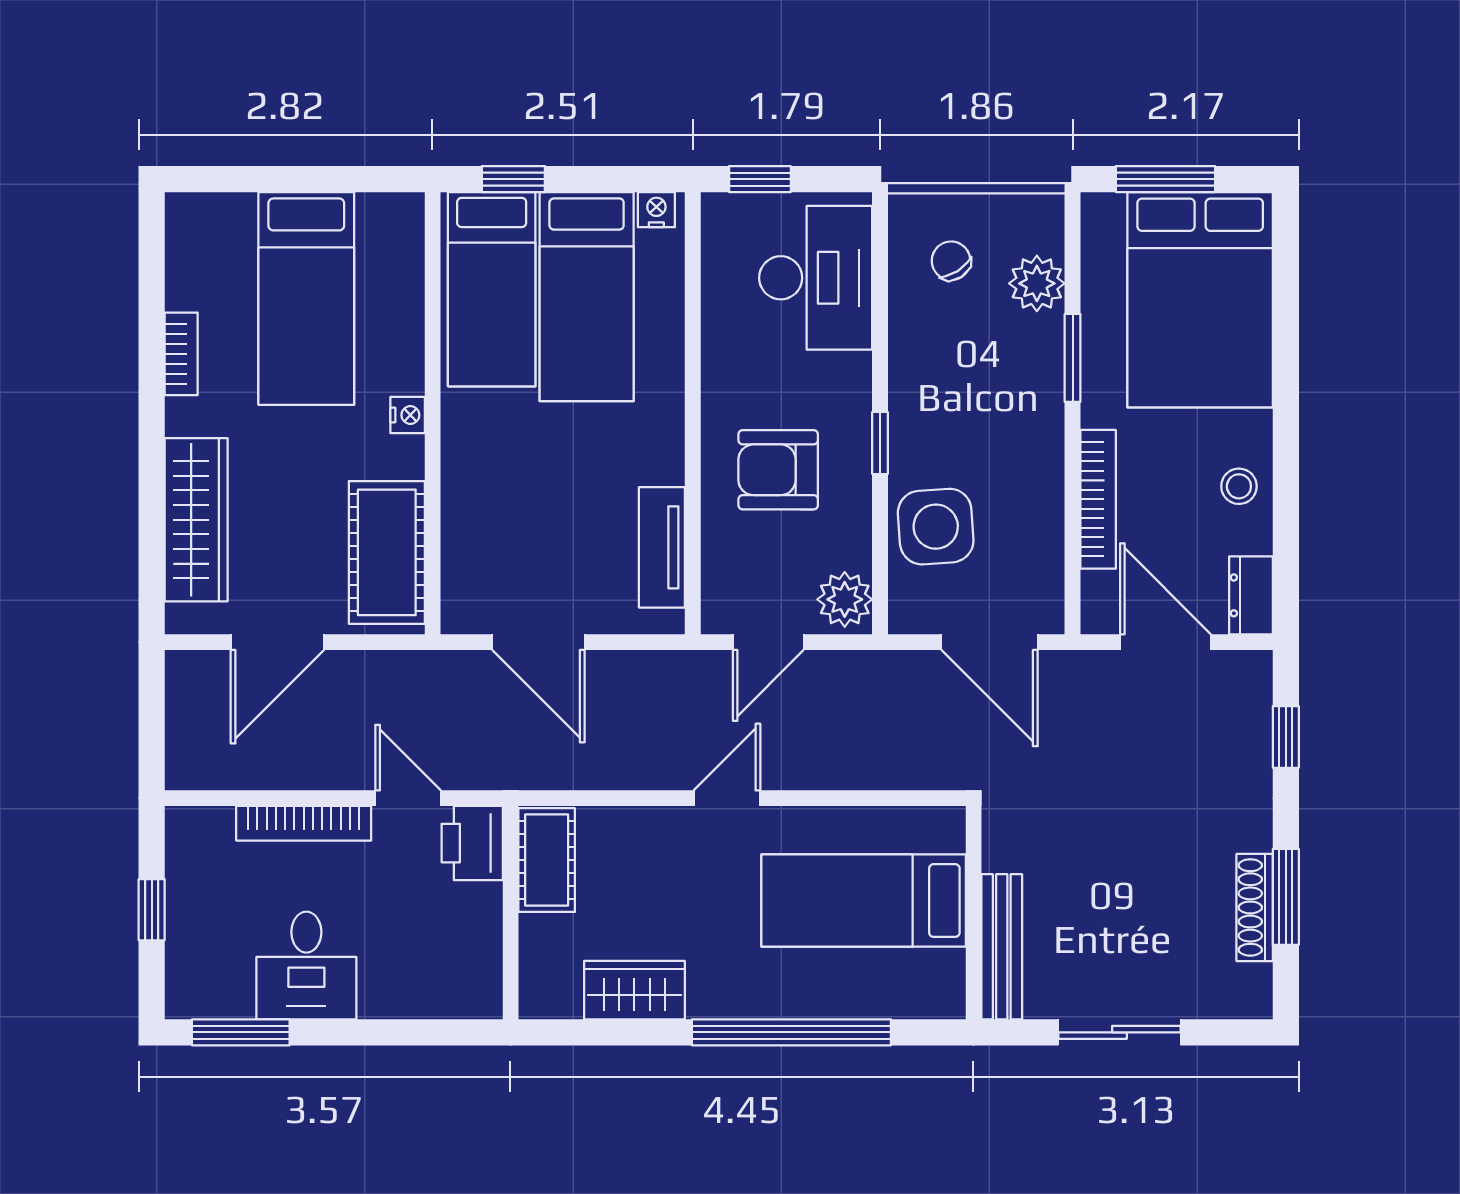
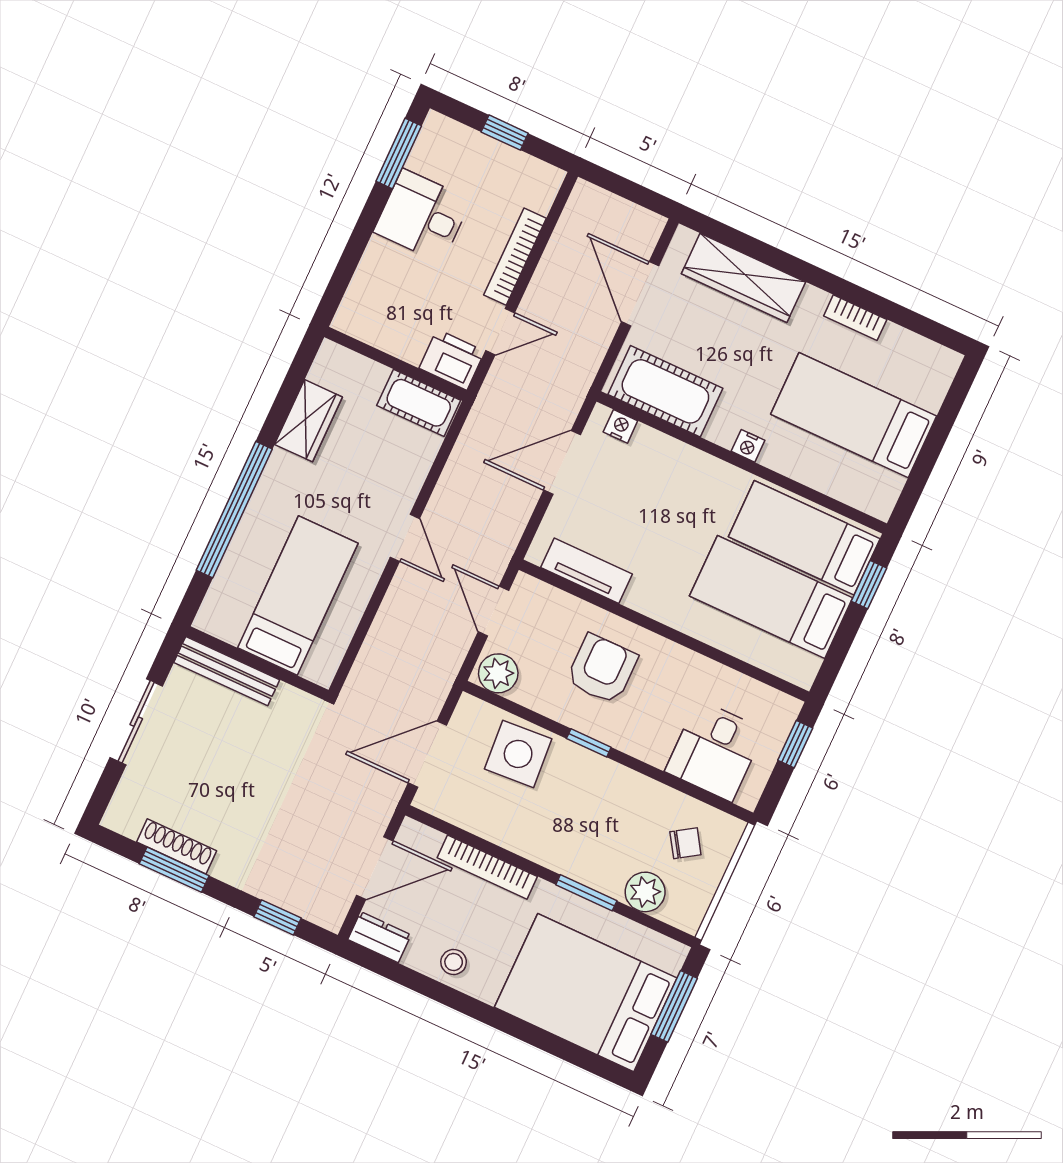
nightstand: (656, 210) -> (620, 426), moved, turned -90
desk: (816, 278) -> (715, 751), width x0.73

